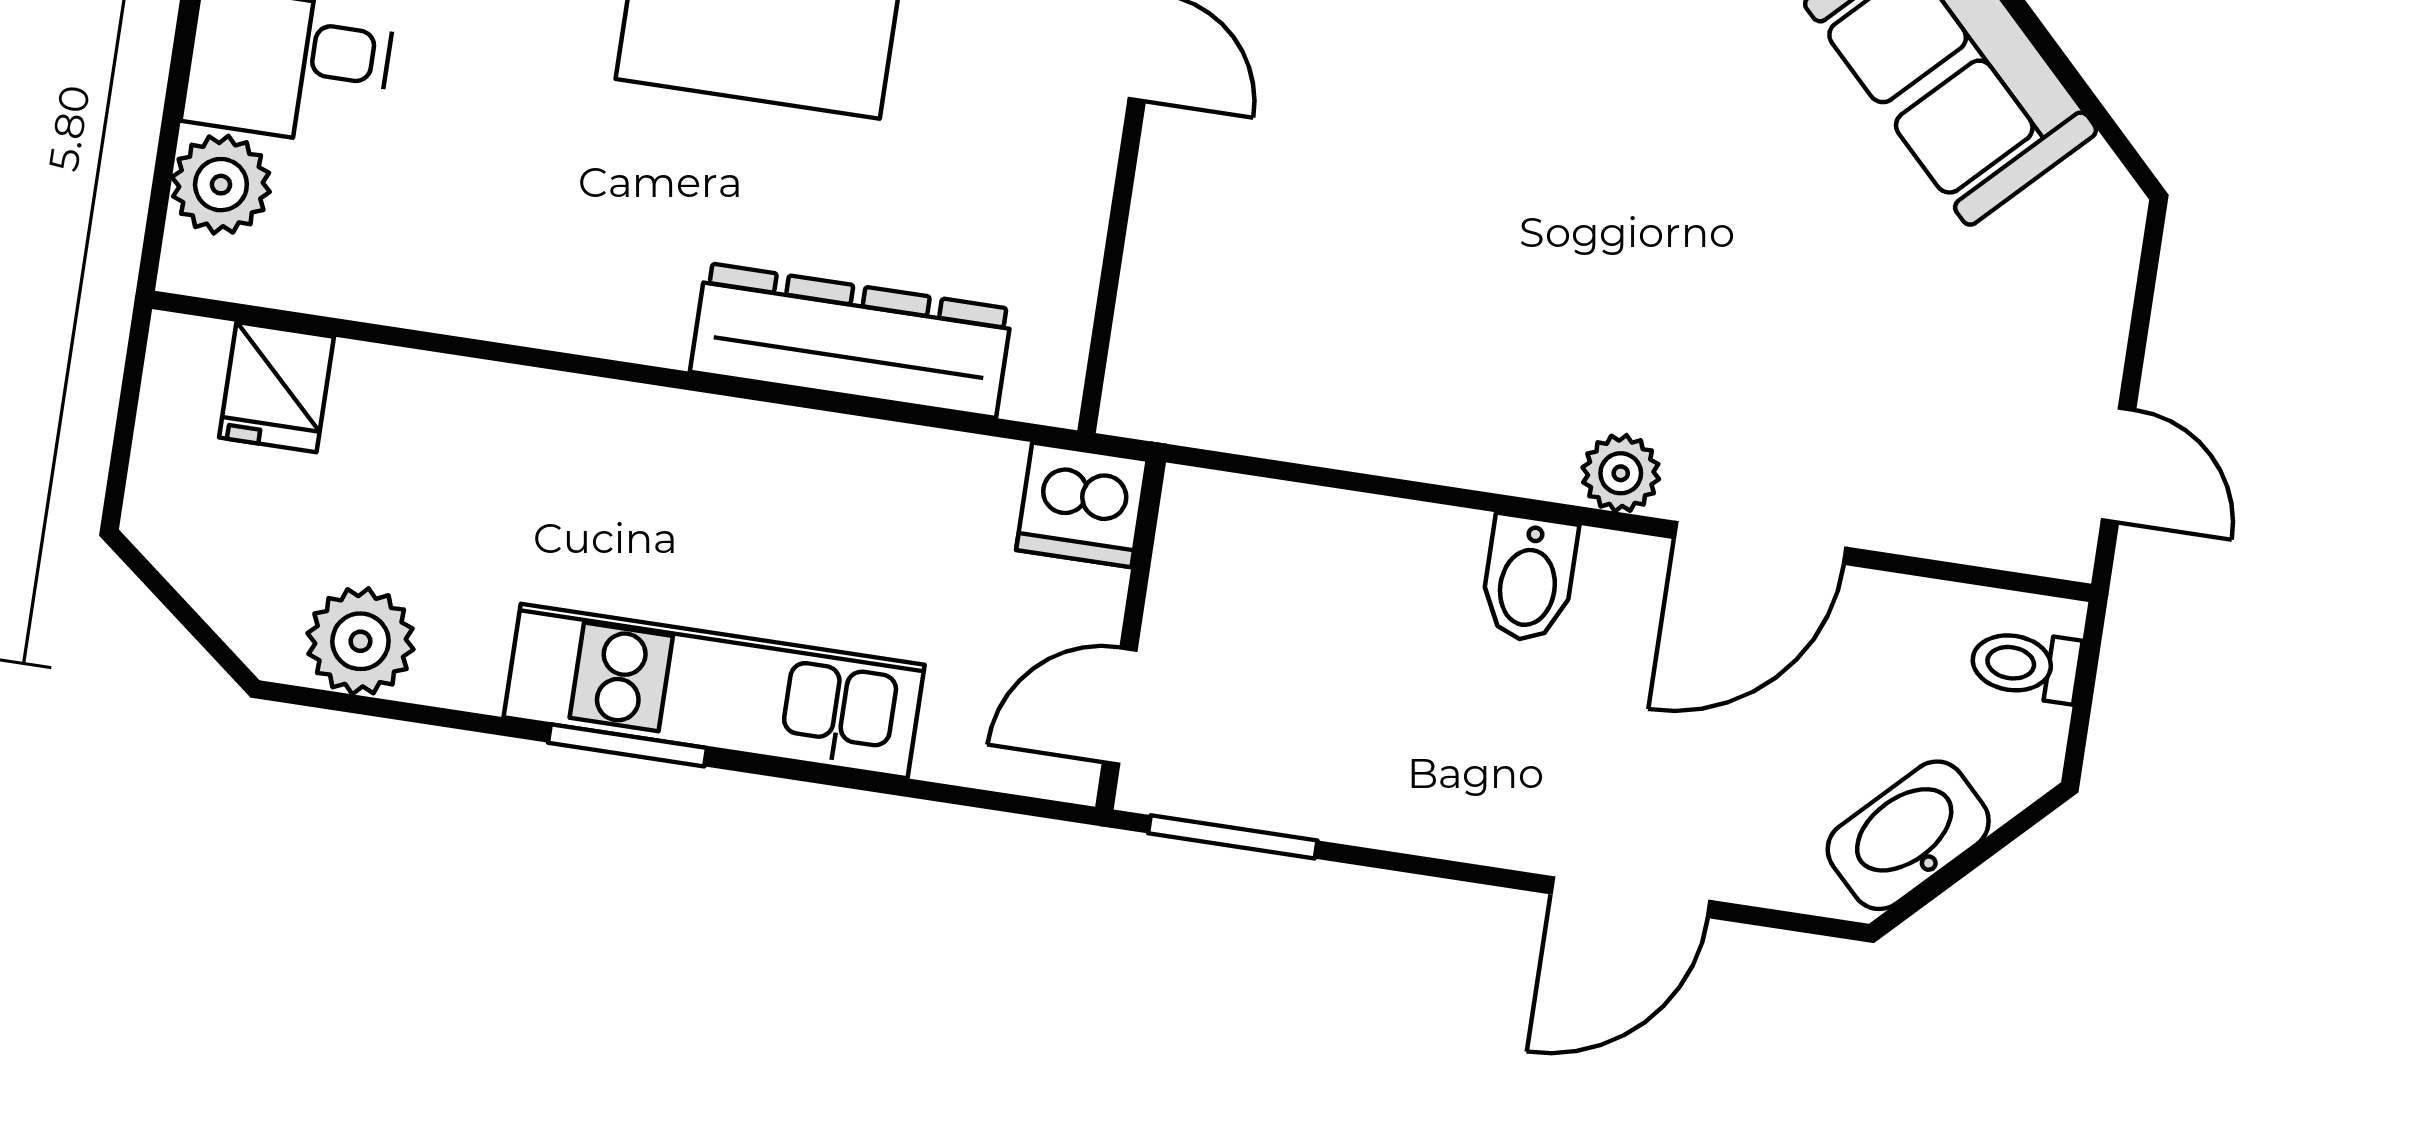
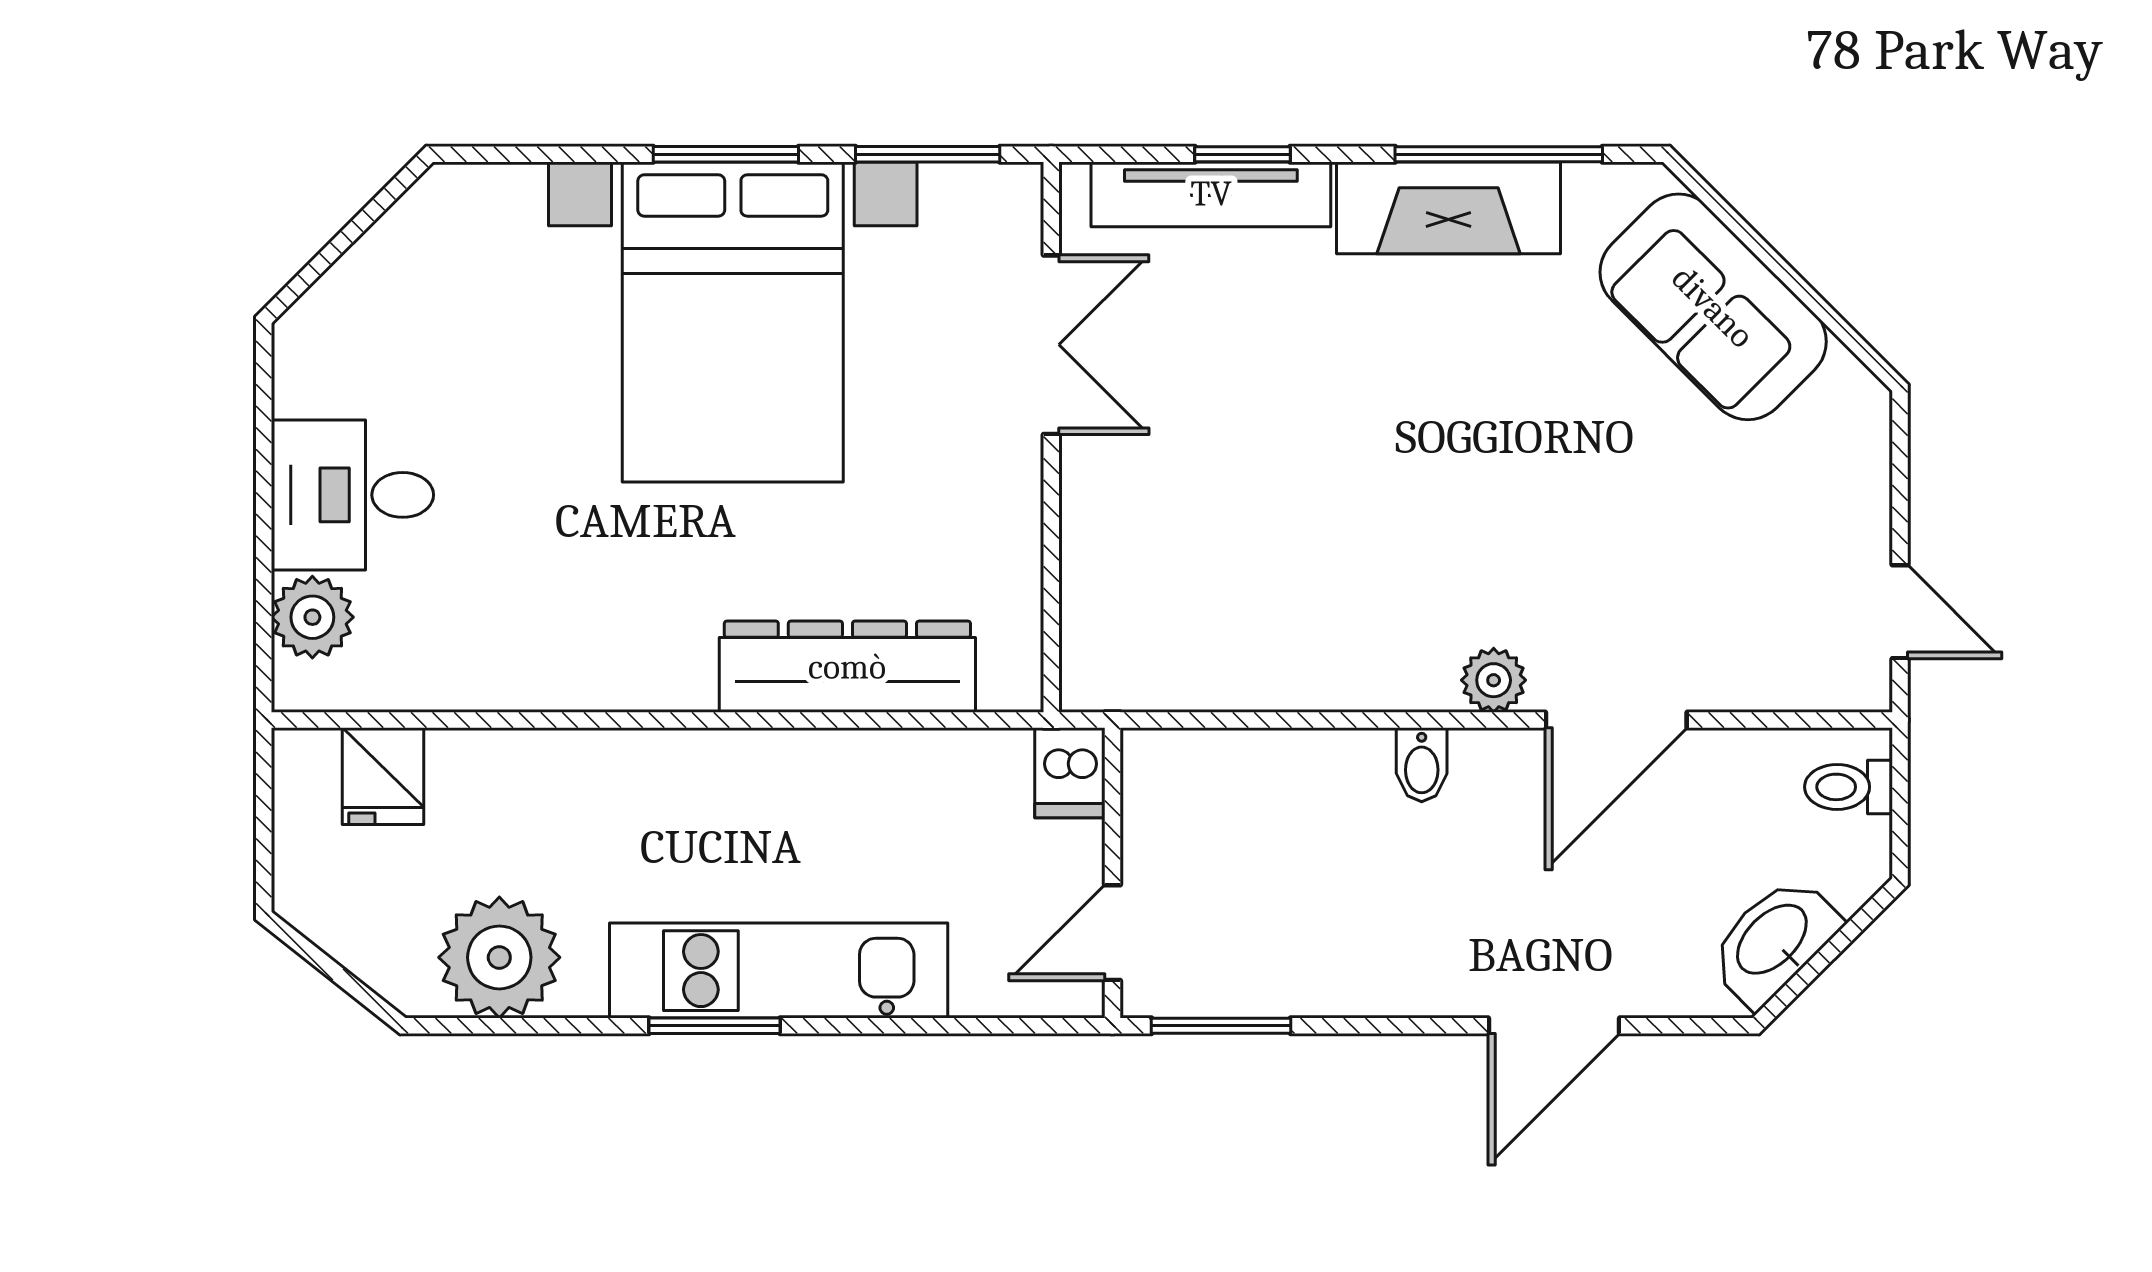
dishwasher: (1082, 505) -> (1070, 773), width x0.73
bidet: (1529, 579) -> (1422, 765), width x0.72, depth x0.74
plant: (360, 641) -> (499, 957), width x1.36, depth x1.36

